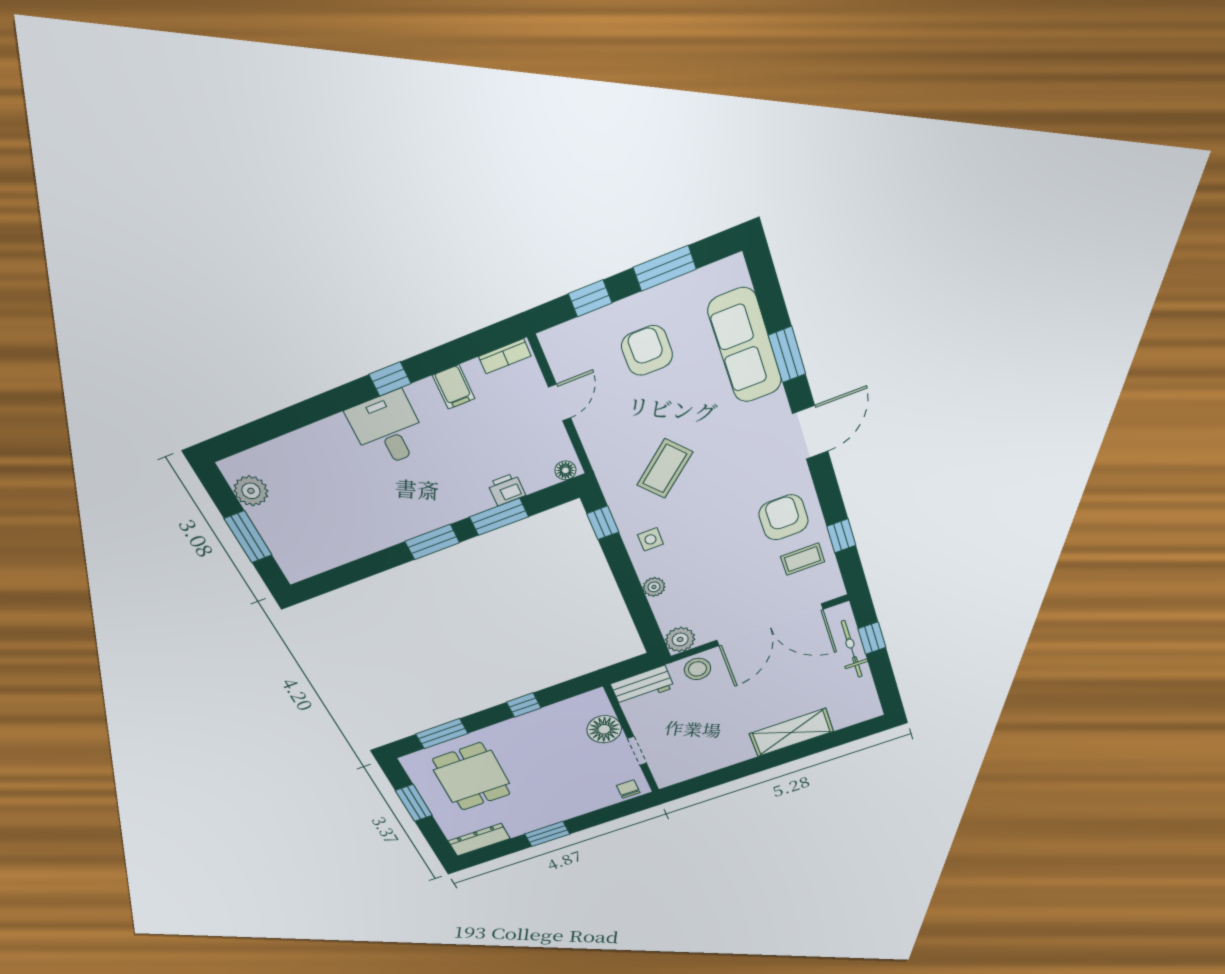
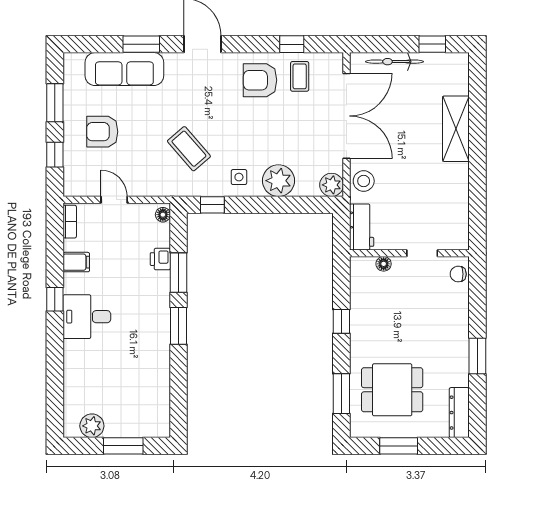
plant: (654, 587) -> (278, 181), width x1.88, depth x1.88
window: (872, 638) -> (432, 44), moved
floor lamp: (604, 729) -> (384, 264), width x0.53, depth x0.53

